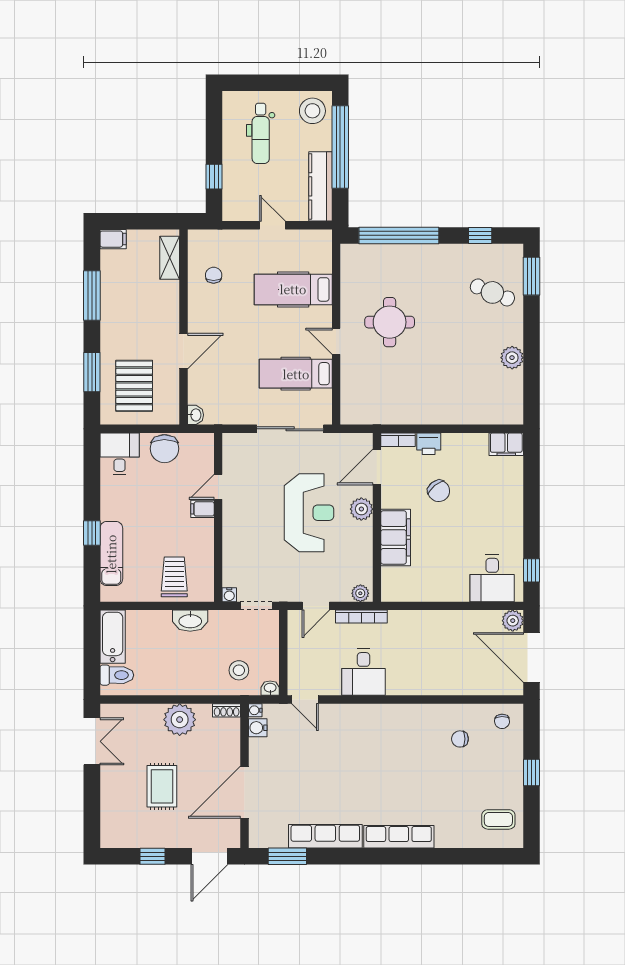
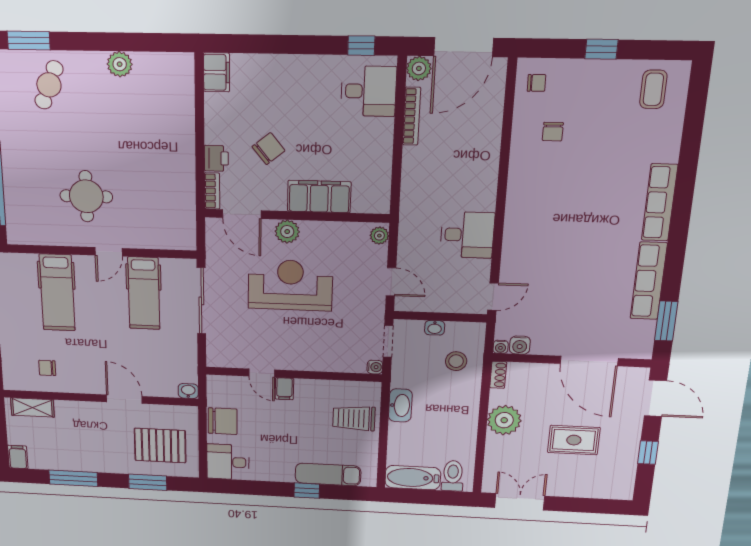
bookcase: (361, 617) -> (412, 116), moved
washbasin: (270, 688) -> (435, 328), moved, turned -90

